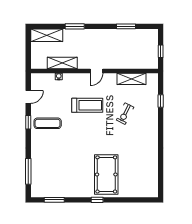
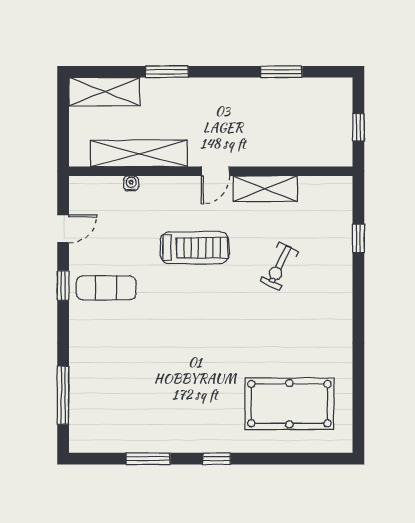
shelving: (62, 63) -> (139, 154), width x1.47
shelving: (132, 79) -> (265, 189), moved
pool table: (106, 174) -> (289, 404), moved, turned 90
window: (54, 200) -> (148, 459), moved

